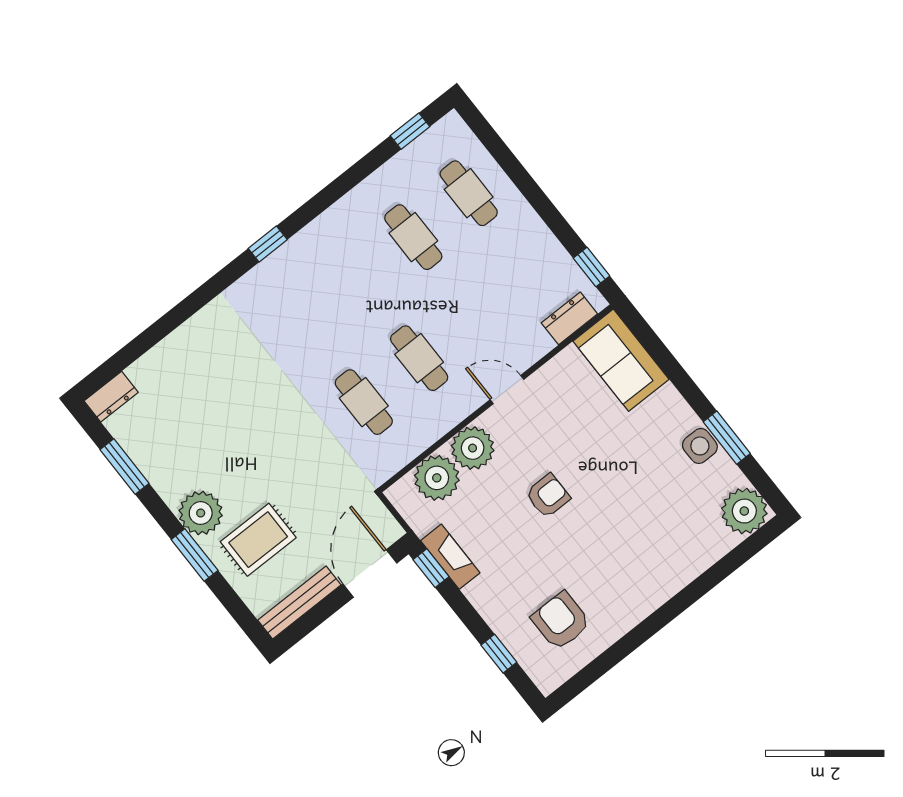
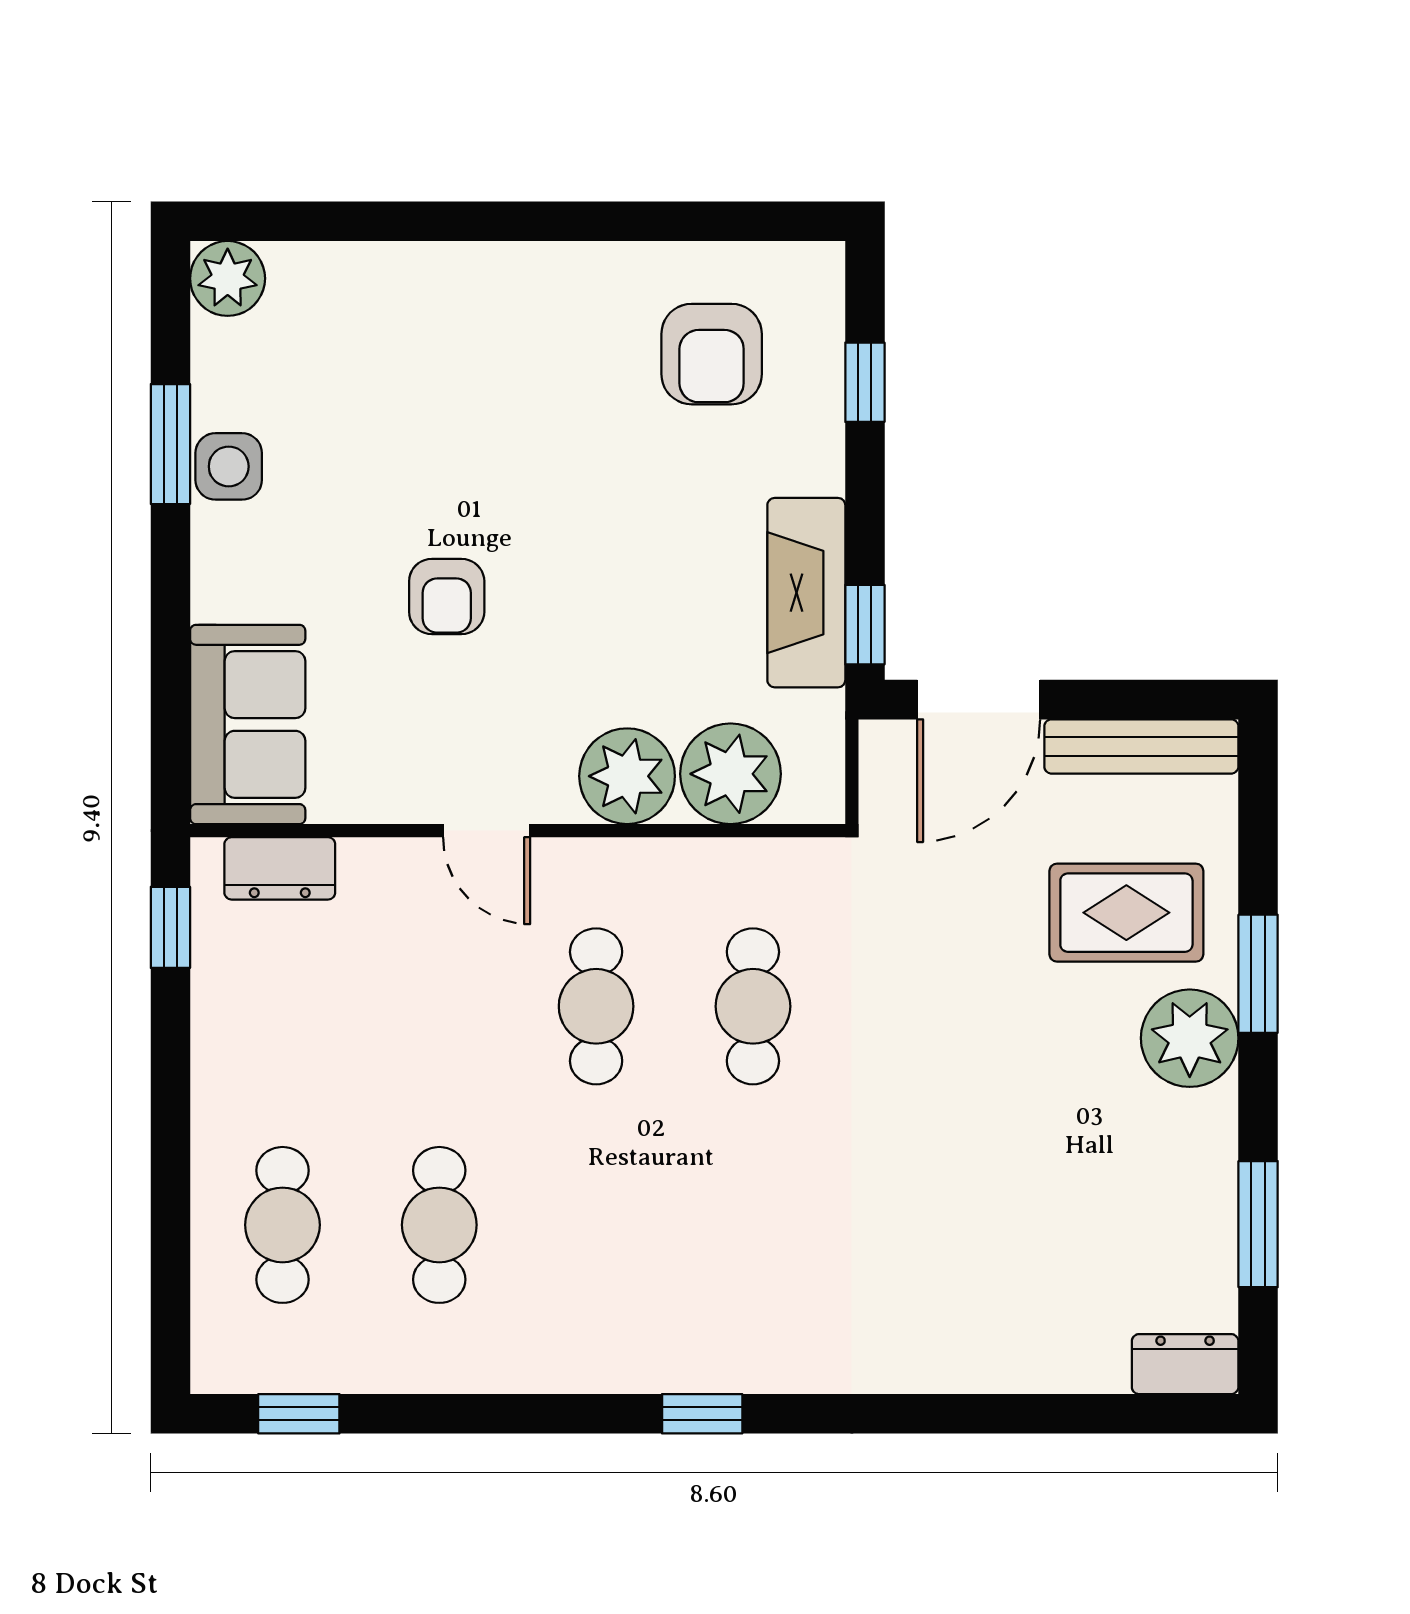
armchair: (548, 496) -> (447, 597), moved, turned -90
plant: (744, 511) -> (228, 278), width x0.73, depth x0.73
fireplace: (450, 557) -> (806, 593), width x1.37, depth x1.32

